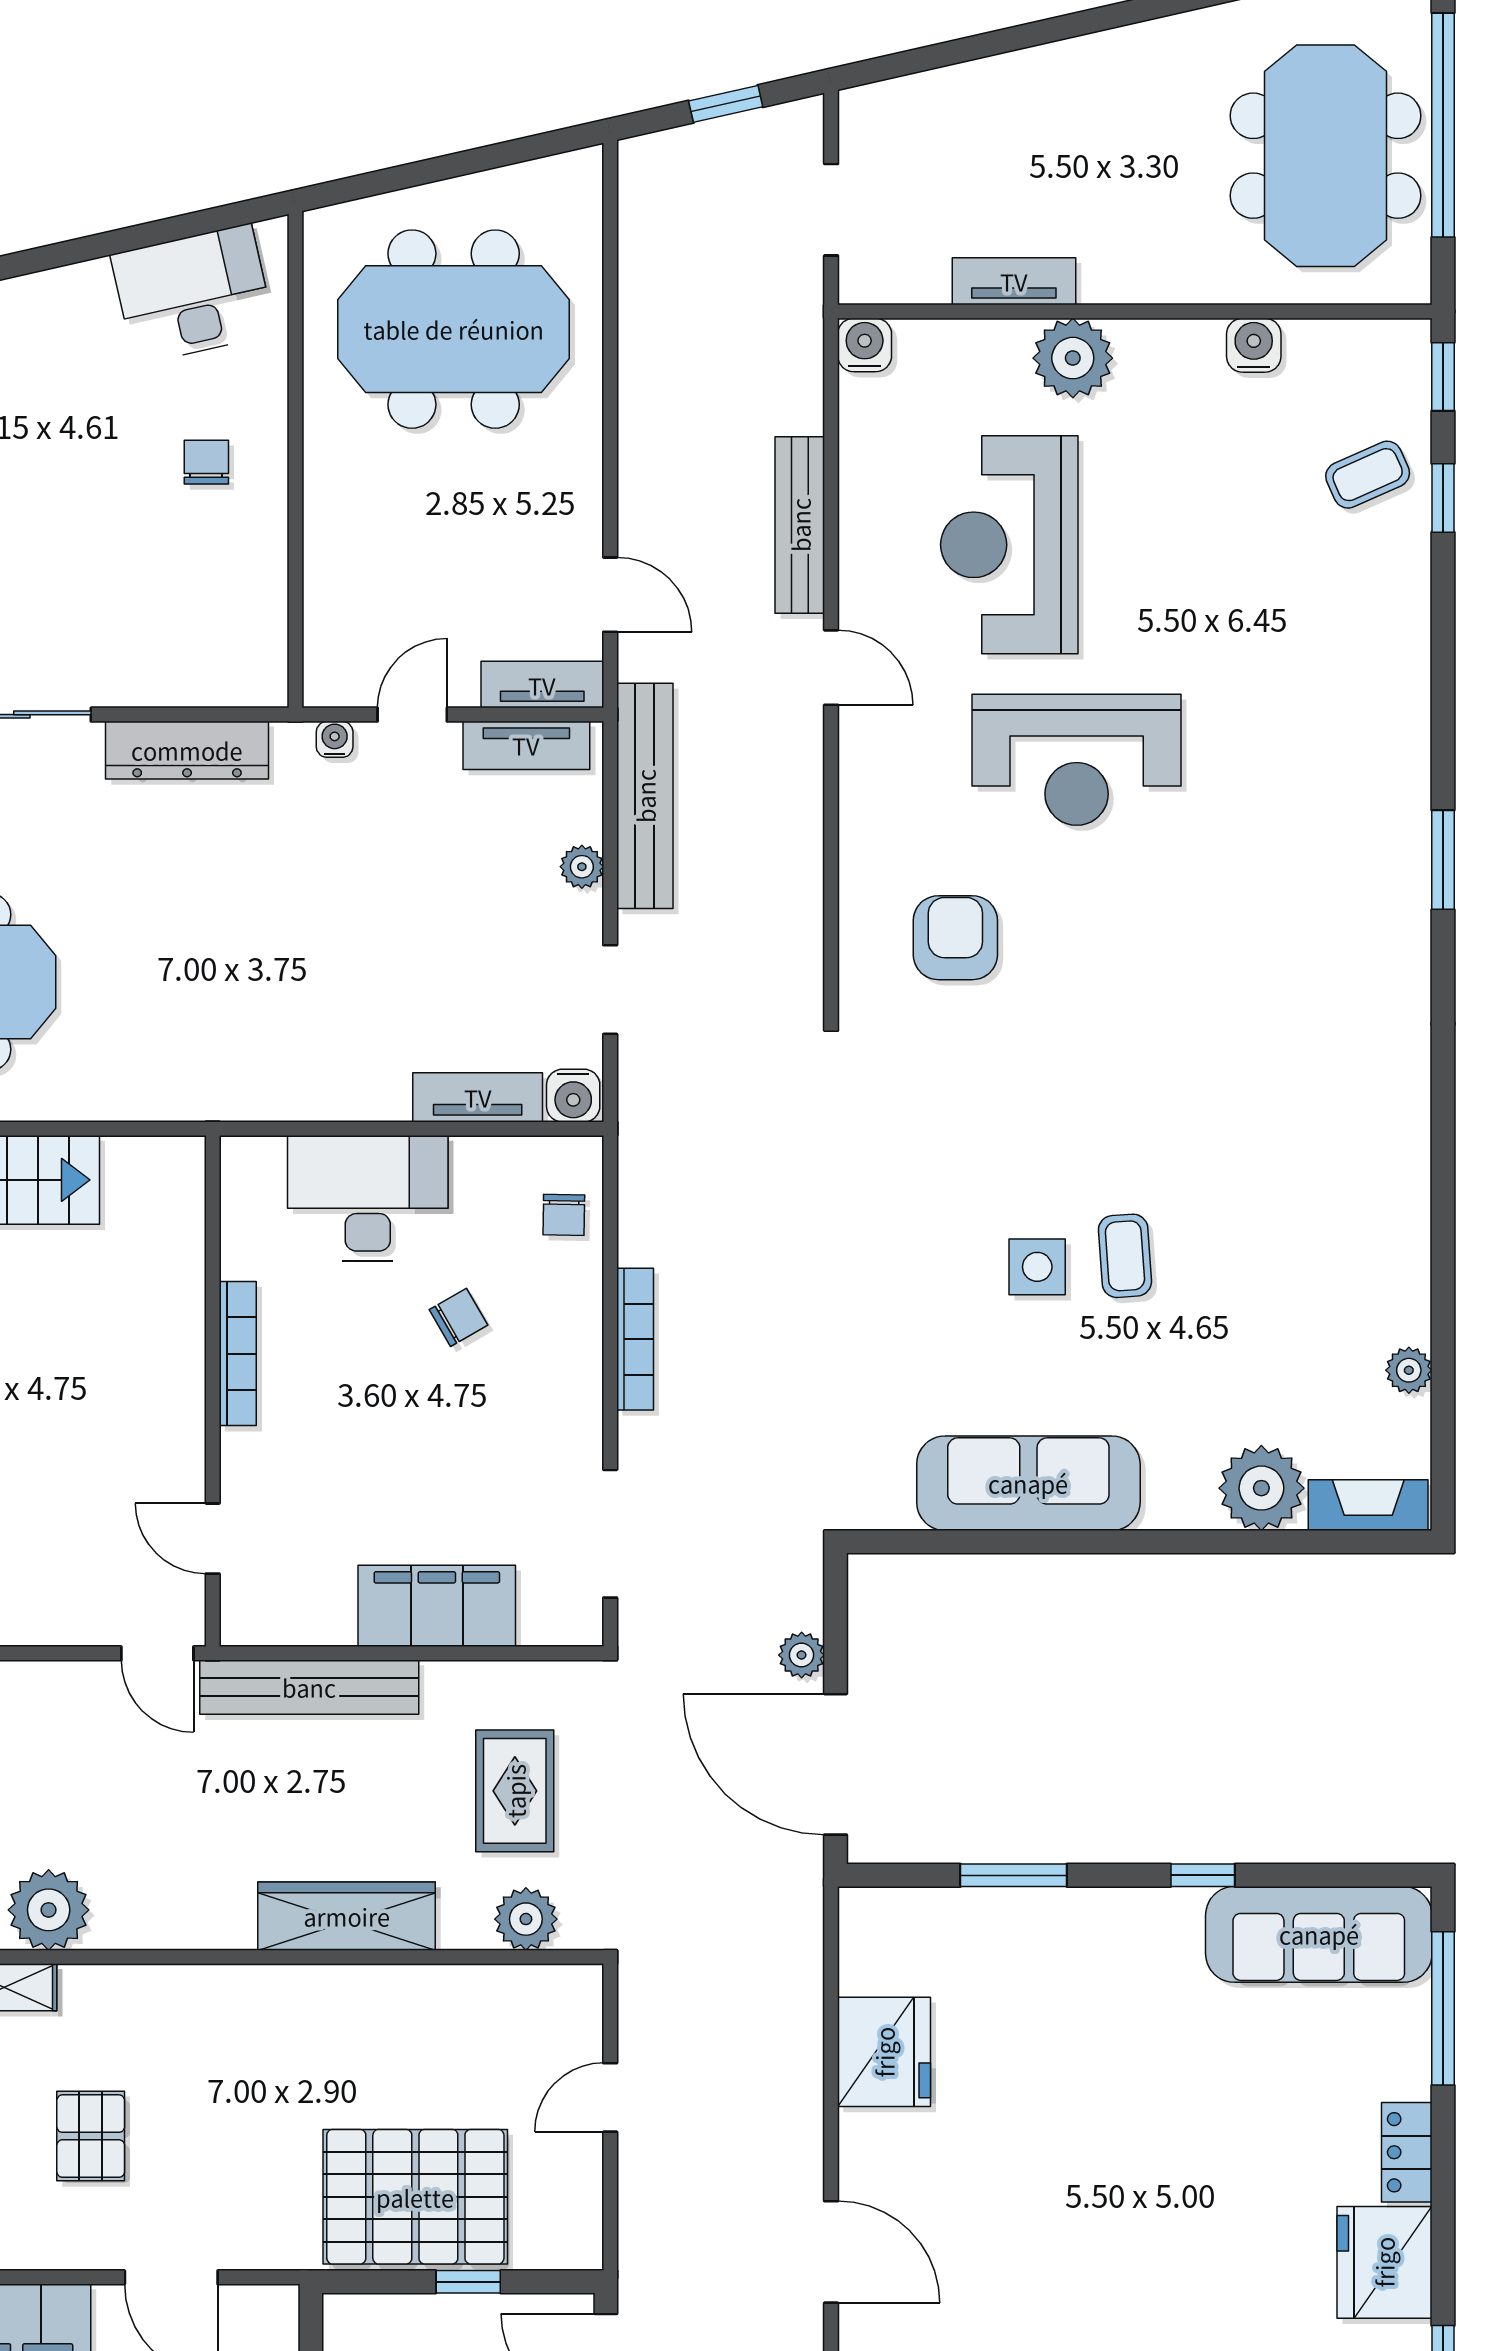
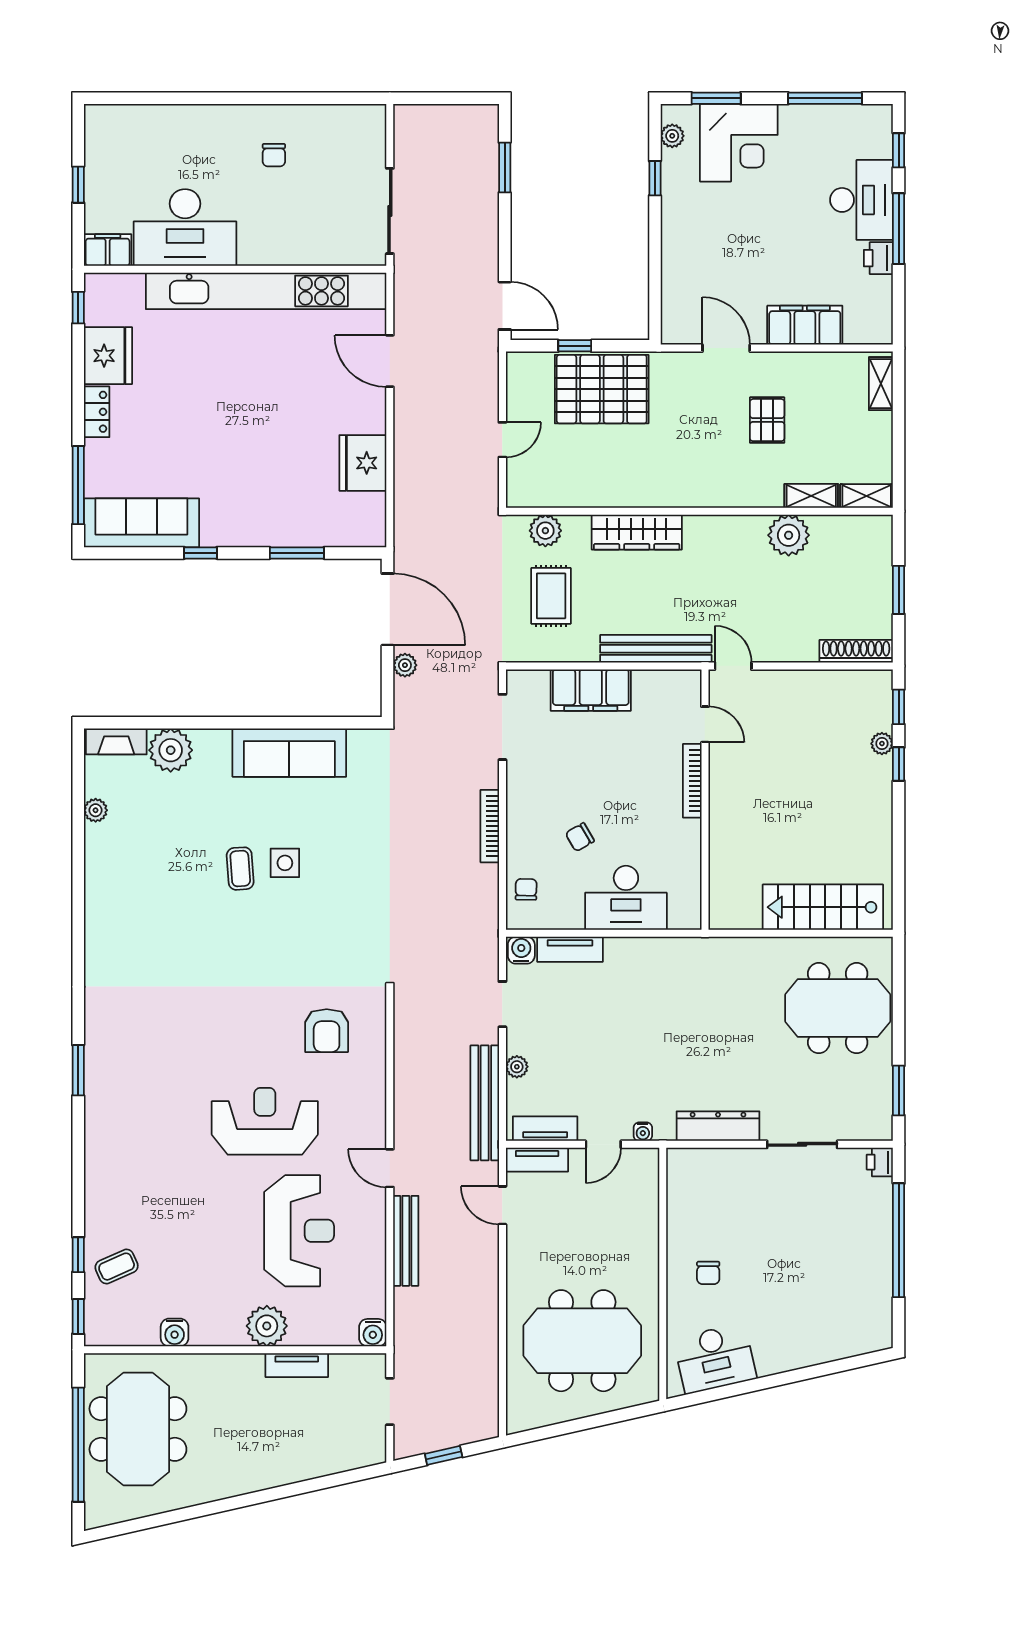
bookcase: (238, 1354) -> (692, 781), moved

